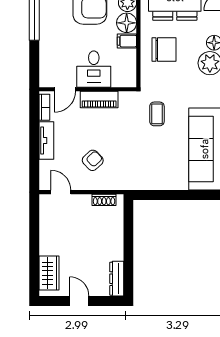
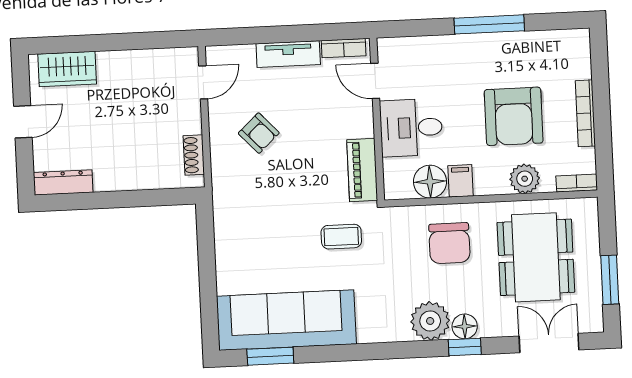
floor lamp: (127, 23) -> (430, 182), moved
piano: (99, 100) -> (362, 170), moved

